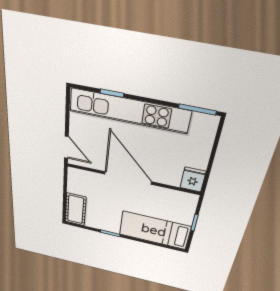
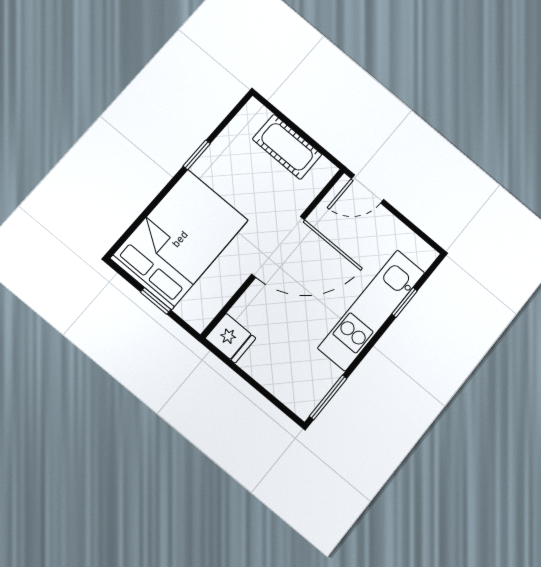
kitchen unit: (129, 111) -> (372, 310), width x0.73
cot: (76, 209) -> (287, 147), moved
bed: (154, 230) -> (180, 239), width x1.50

